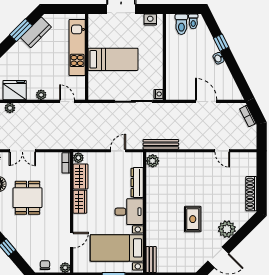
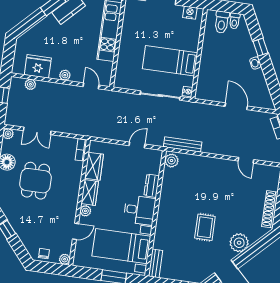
bed: (113, 59) -> (170, 61), moved, turned 180
plant: (78, 158) -> (85, 211), moved
dresser: (137, 183) -> (152, 186), width x0.70

